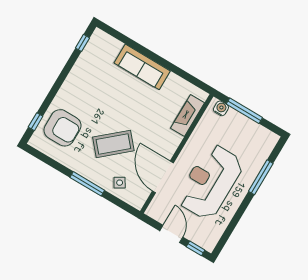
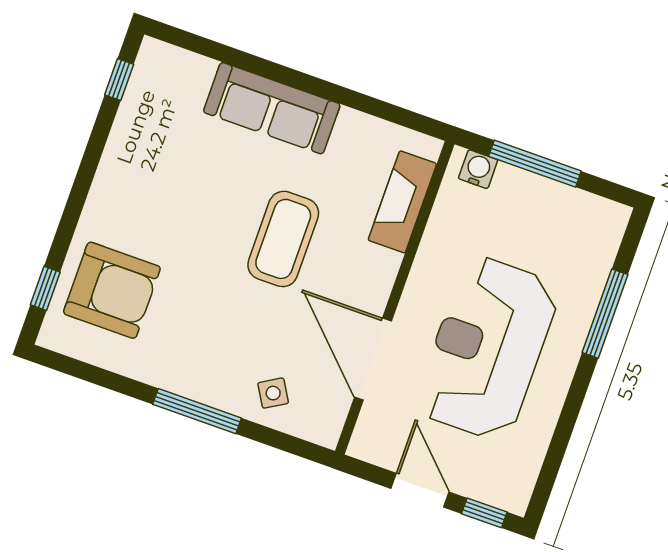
coffee table: (113, 144) -> (283, 239), moved, turned -49

